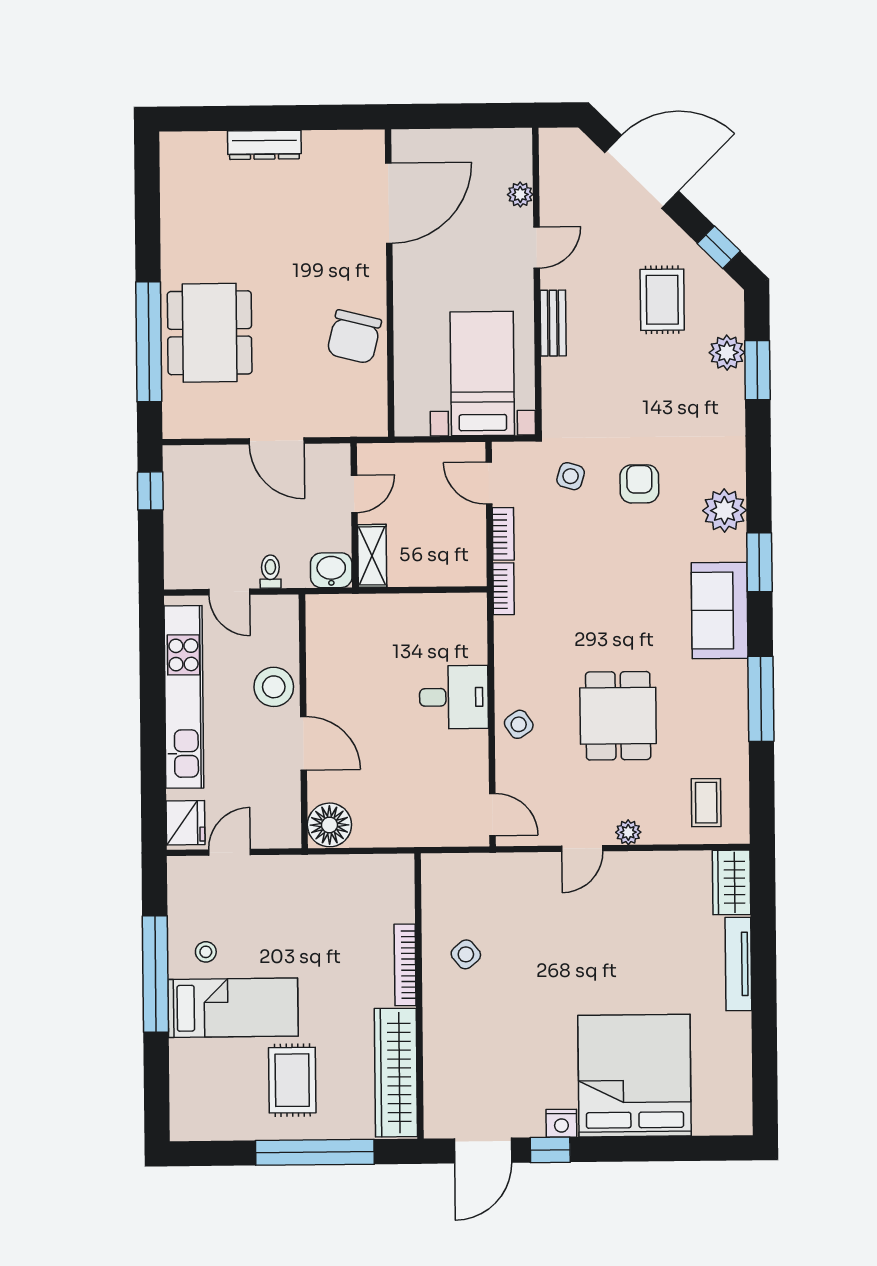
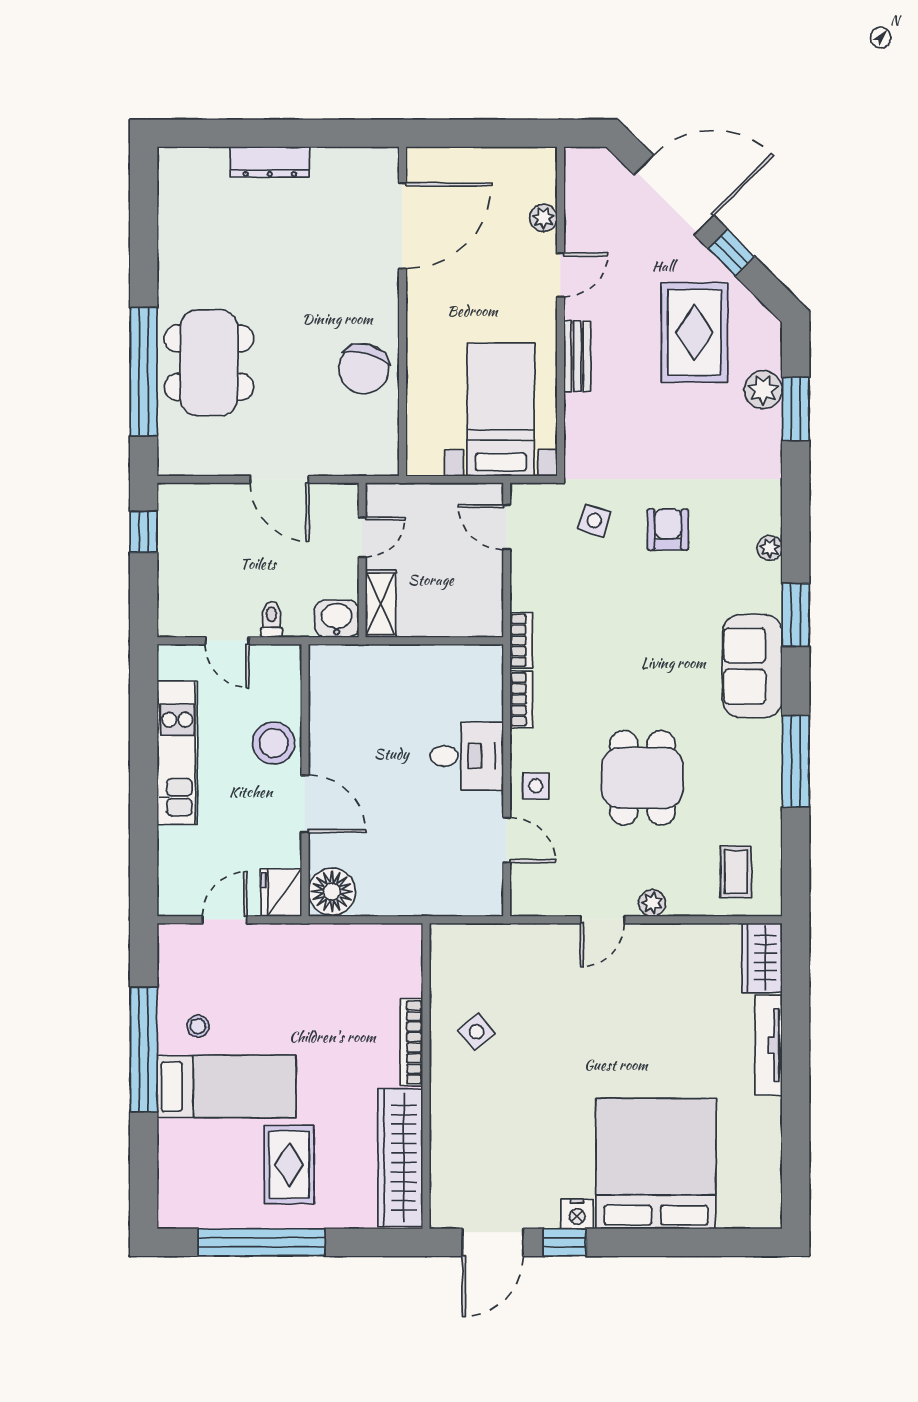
window: (719, 247) -> (731, 253), moved
rug: (662, 300) -> (694, 332), width x1.36, depth x1.43
plant: (724, 510) -> (770, 548), width x0.53, depth x0.53
bookcase: (503, 534) -> (521, 699), moved
kitchen unit: (184, 697) -> (177, 753), width x0.73
side table: (519, 724) -> (536, 786), turned 34
door: (492, 814) -> (507, 840), moved
fridge: (185, 823) -> (281, 893), moved, turned 180
window: (315, 1152) -> (261, 1242), moved

